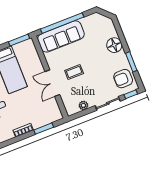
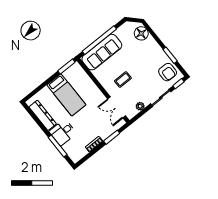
floor lamp: (114, 45) -> (141, 33), moved
armchair: (123, 79) -> (168, 72), turned -89
double door: (52, 83) -> (117, 107), moved

